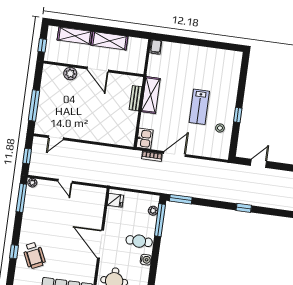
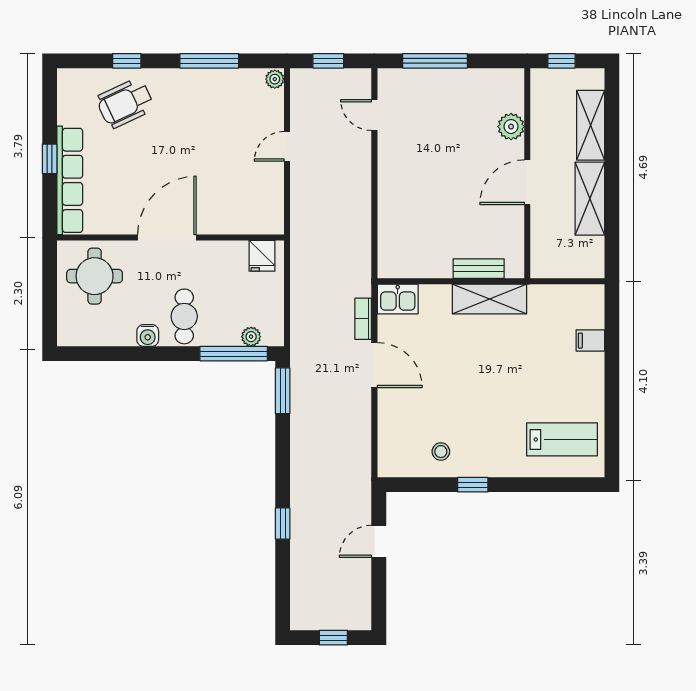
filing cabinet: (156, 47) -> (590, 341), moved
lab bench: (199, 107) -> (562, 439), moved, turned 180
door: (259, 163) -> (379, 541), swing flipped
window: (21, 198) -> (209, 61), moved

